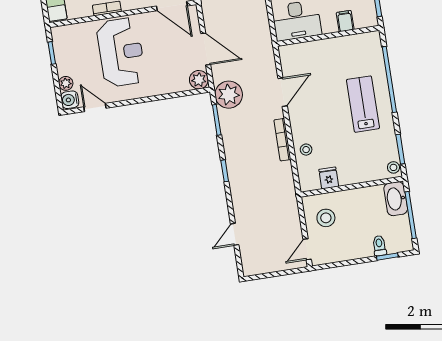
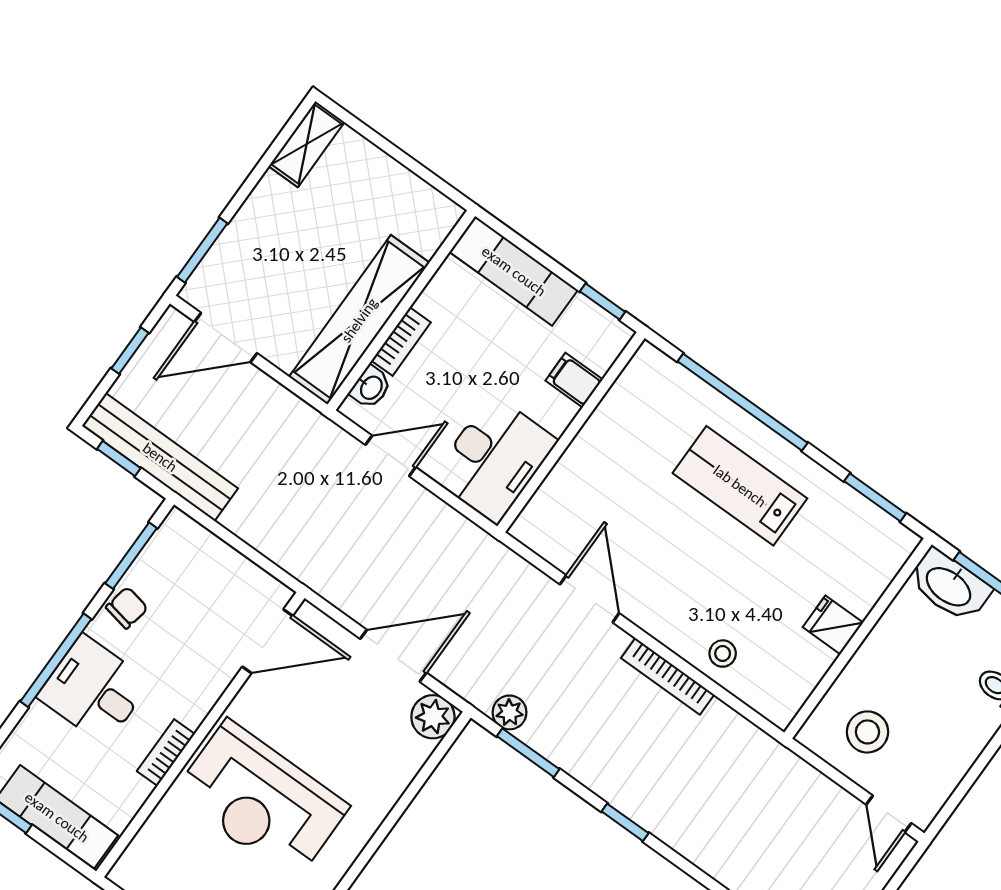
reception desk: (121, 52) -> (261, 800), turned 180
plant: (229, 95) -> (509, 712), width x0.53, depth x0.53
stool: (393, 167) -> (894, 538), removed
fridge: (329, 178) -> (833, 625), moved

